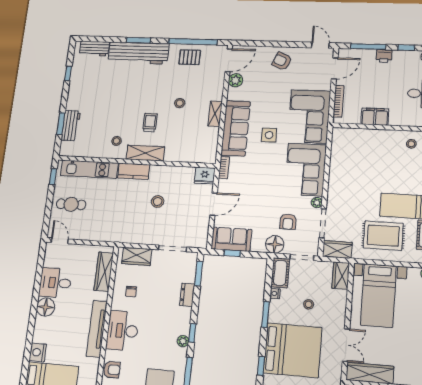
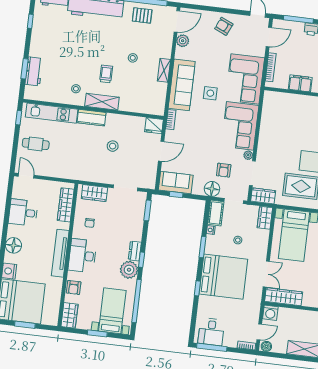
dresser: (187, 295) -> (135, 251), moved
floor lamp: (46, 307) -> (13, 245), moved
plant: (183, 341) -> (129, 270), width x1.87, depth x1.87
armchair: (112, 370) -> (74, 287), turned 90

